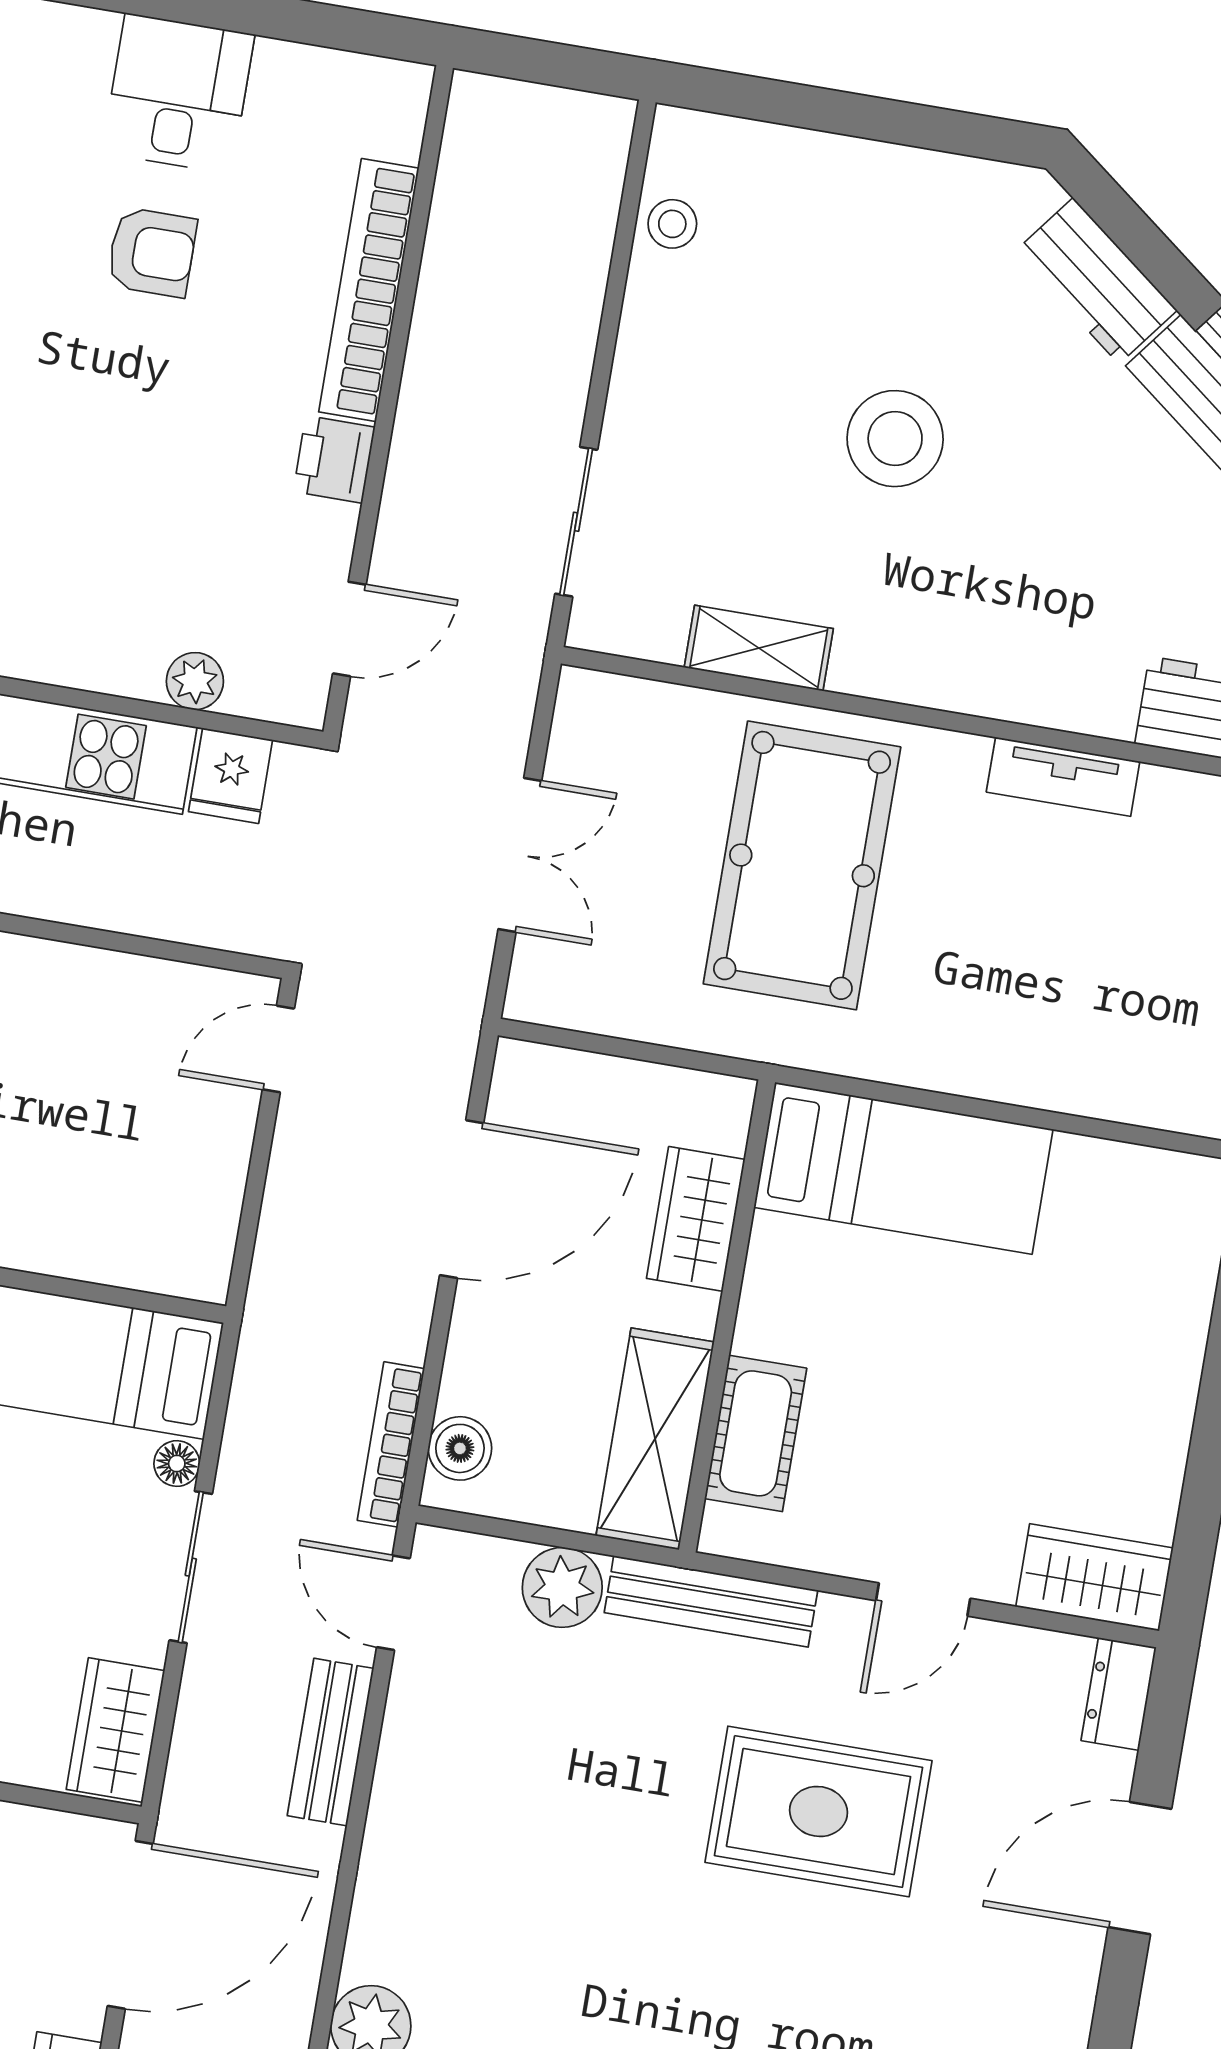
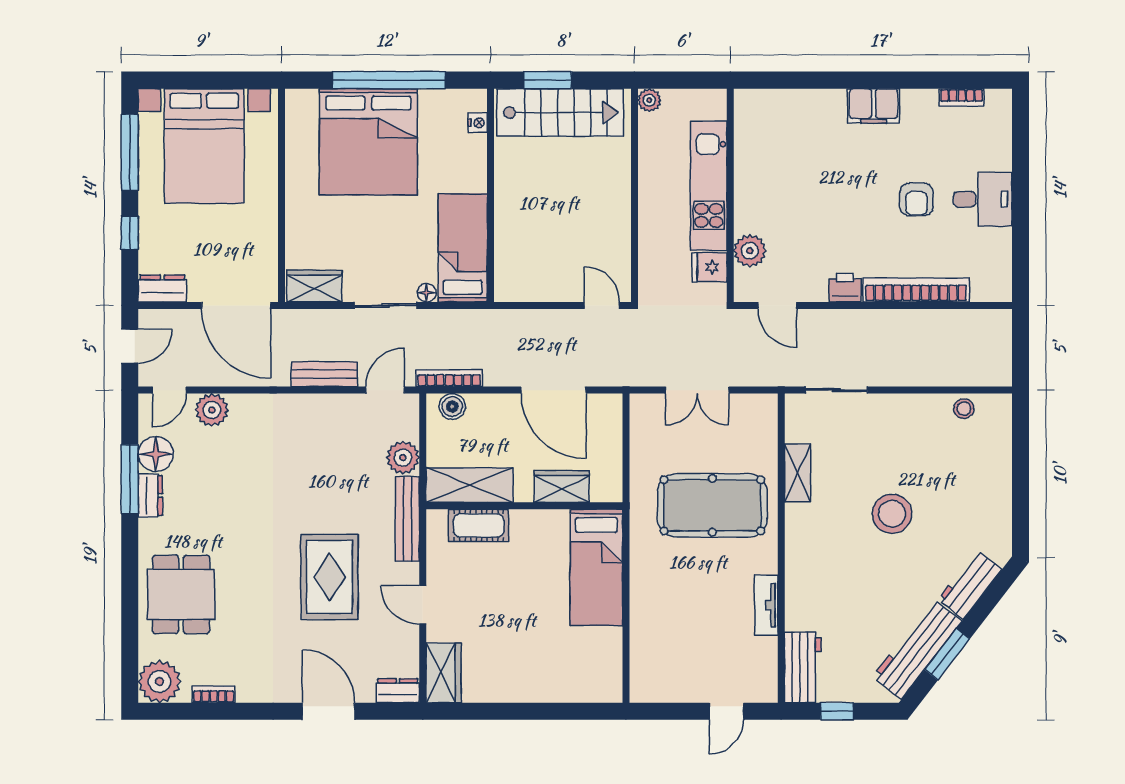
plant: (195, 681) -> (750, 251), width x1.38, depth x1.38

